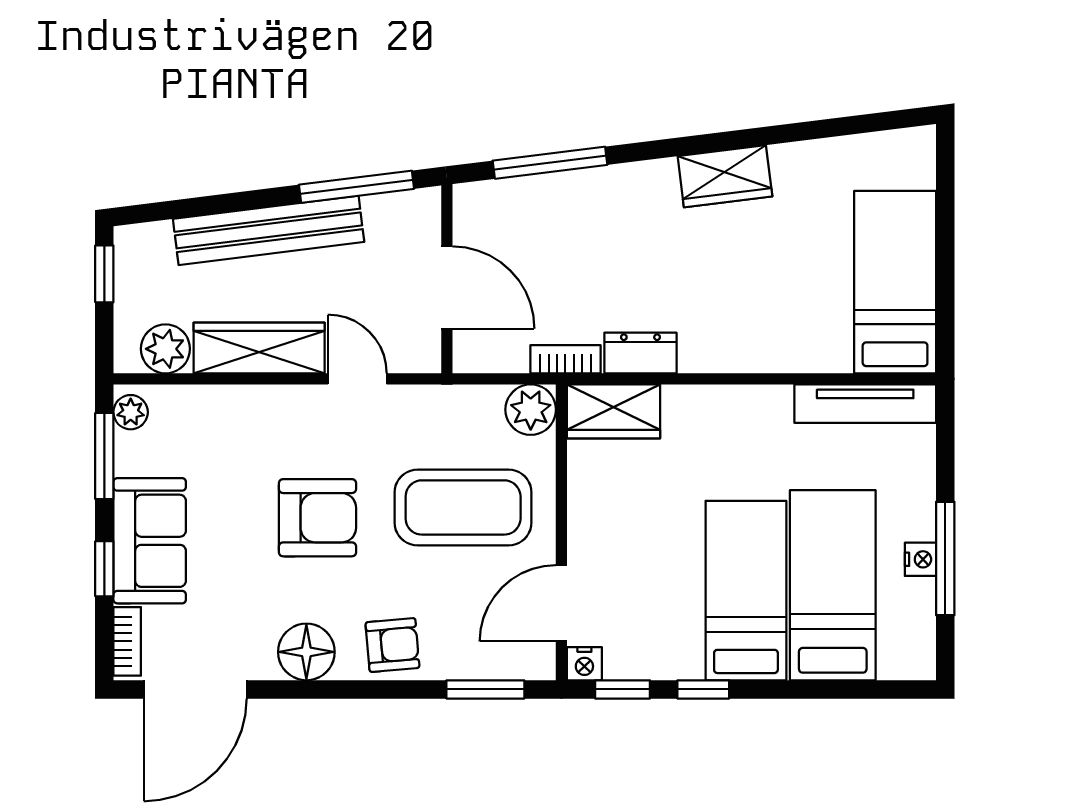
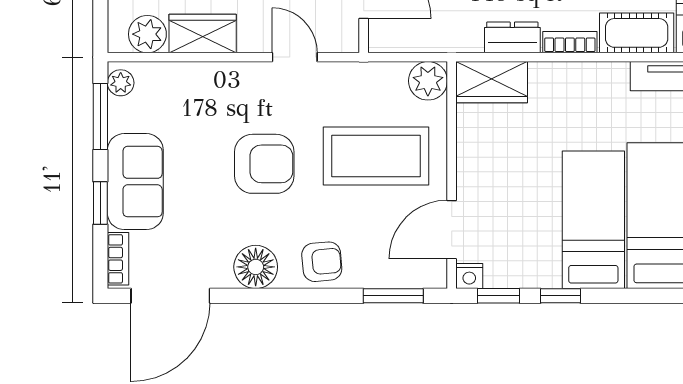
cot: (802, 347) -> (637, 33), added
wardrobe: (259, 348) -> (203, 34), width x0.67
bookcase: (565, 359) -> (570, 42), moved

